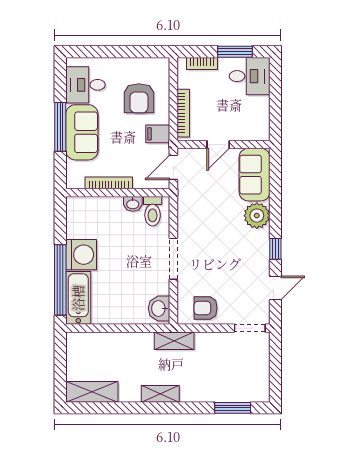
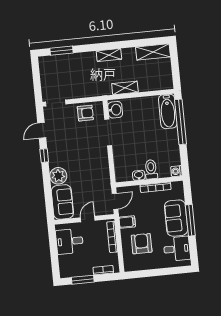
desk: (250, 76) -> (70, 241), moved
toilet: (153, 211) -> (151, 169), moved
washing machine: (81, 255) -> (177, 171), moved, width x0.53, depth x0.53
doorway: (173, 259) -> (108, 132), moved
shelving: (174, 341) -> (125, 88), moved

